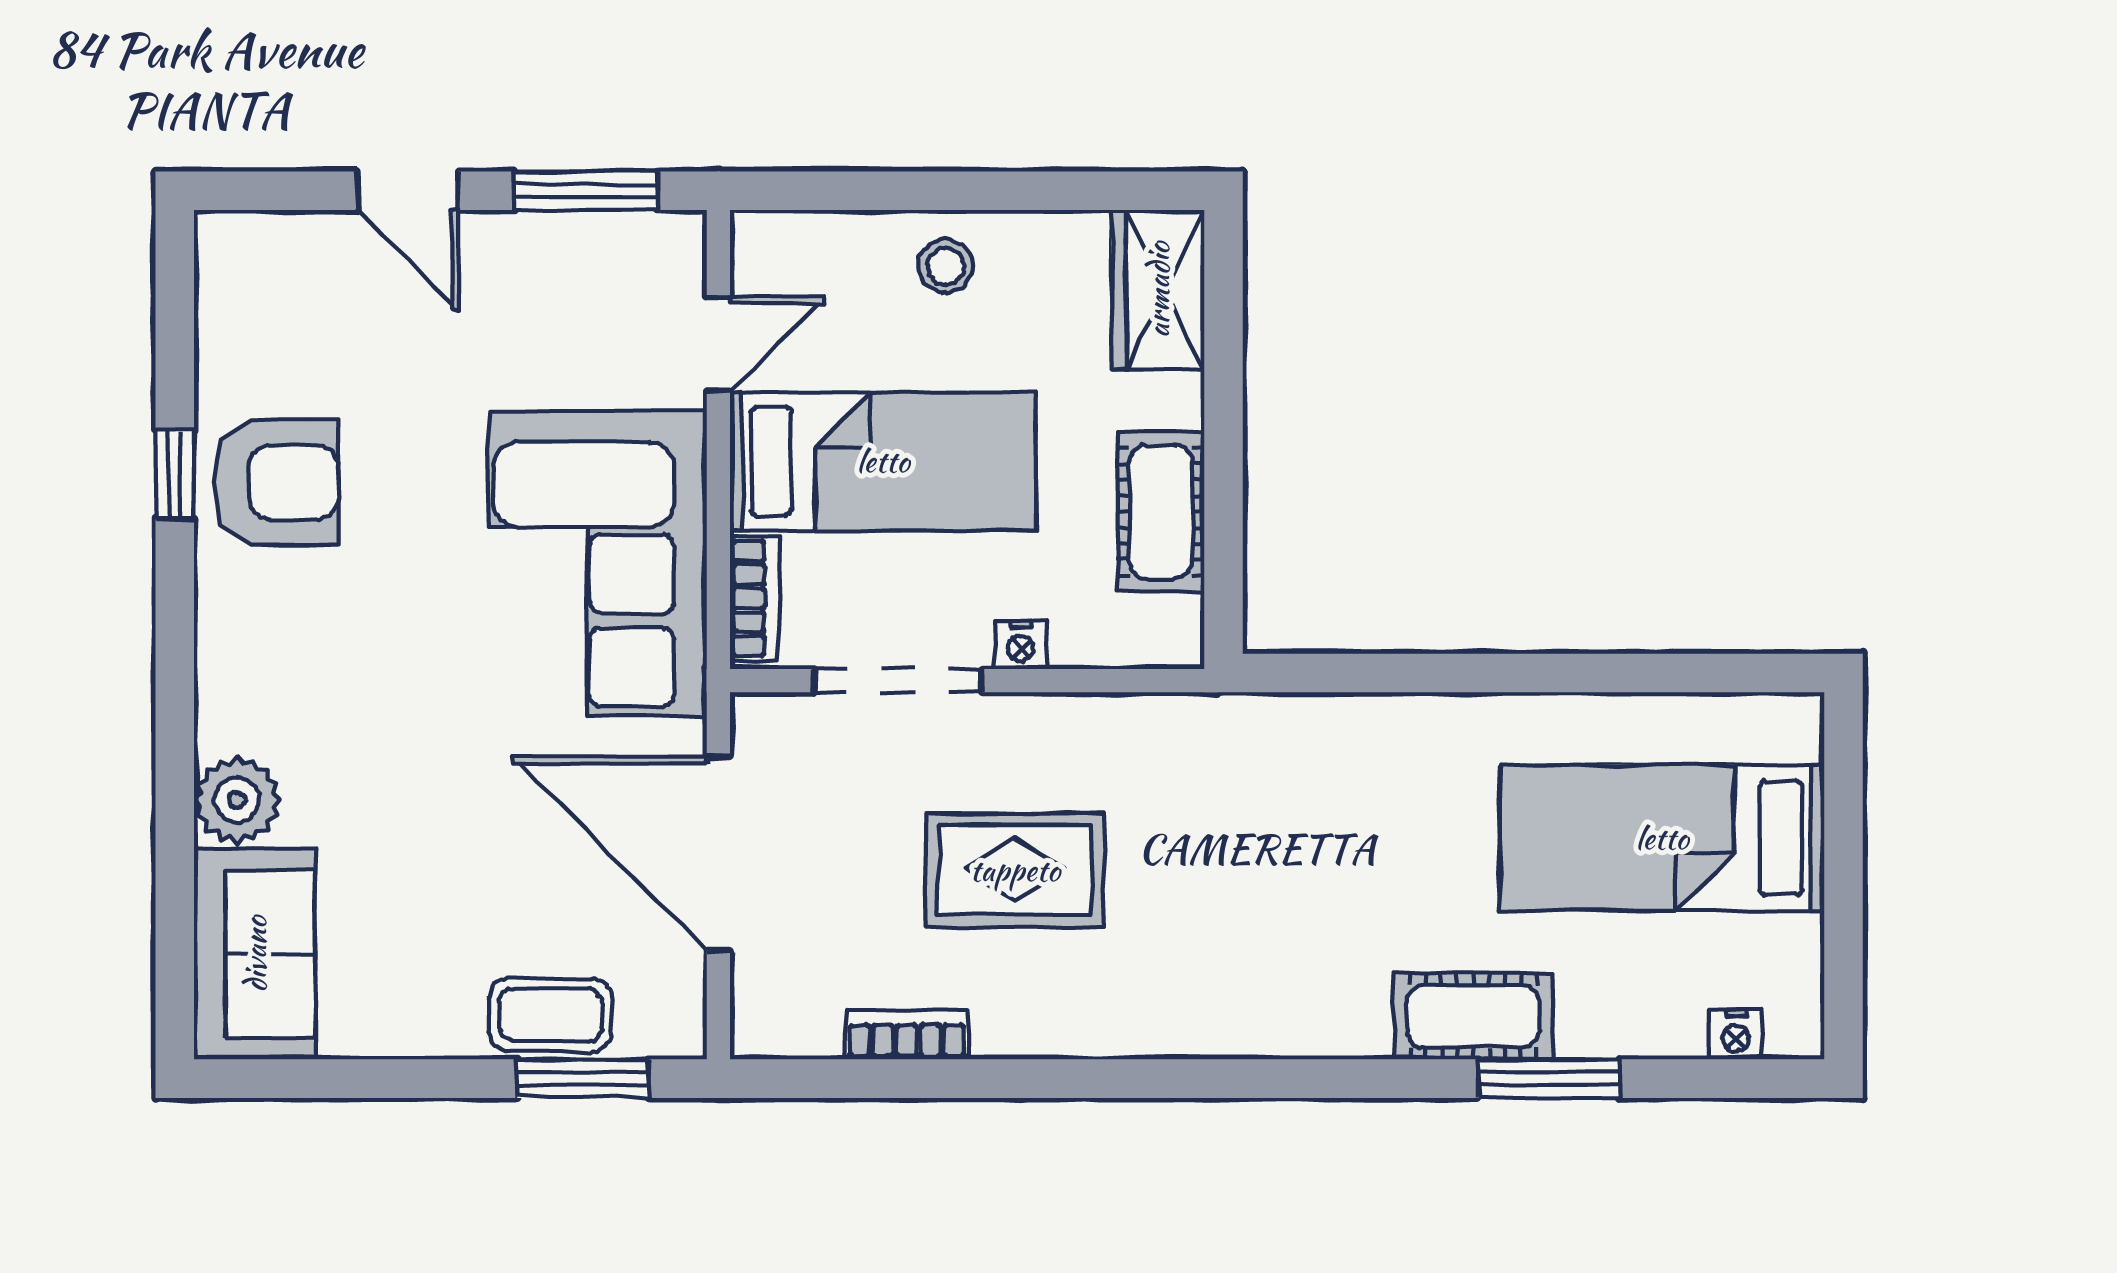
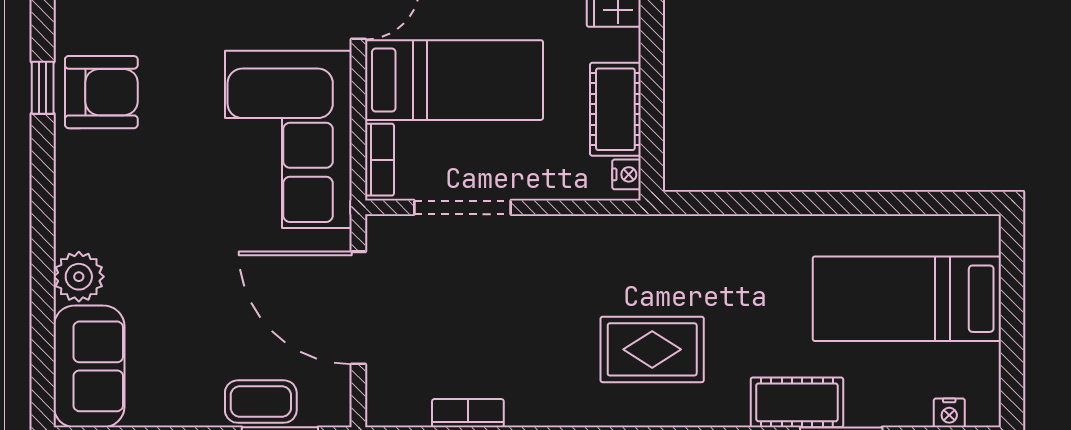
nightstand: (1021, 645) -> (627, 174), moved, turned -90
rug: (1015, 870) -> (652, 349), moved

